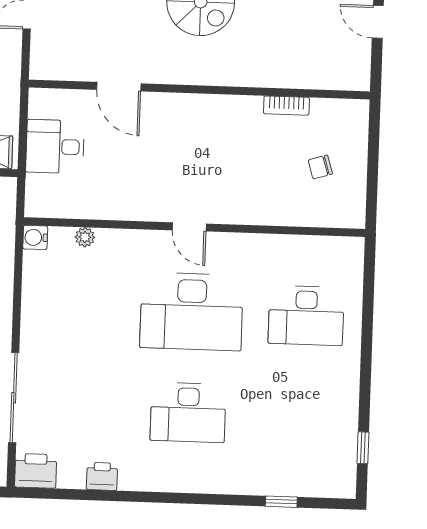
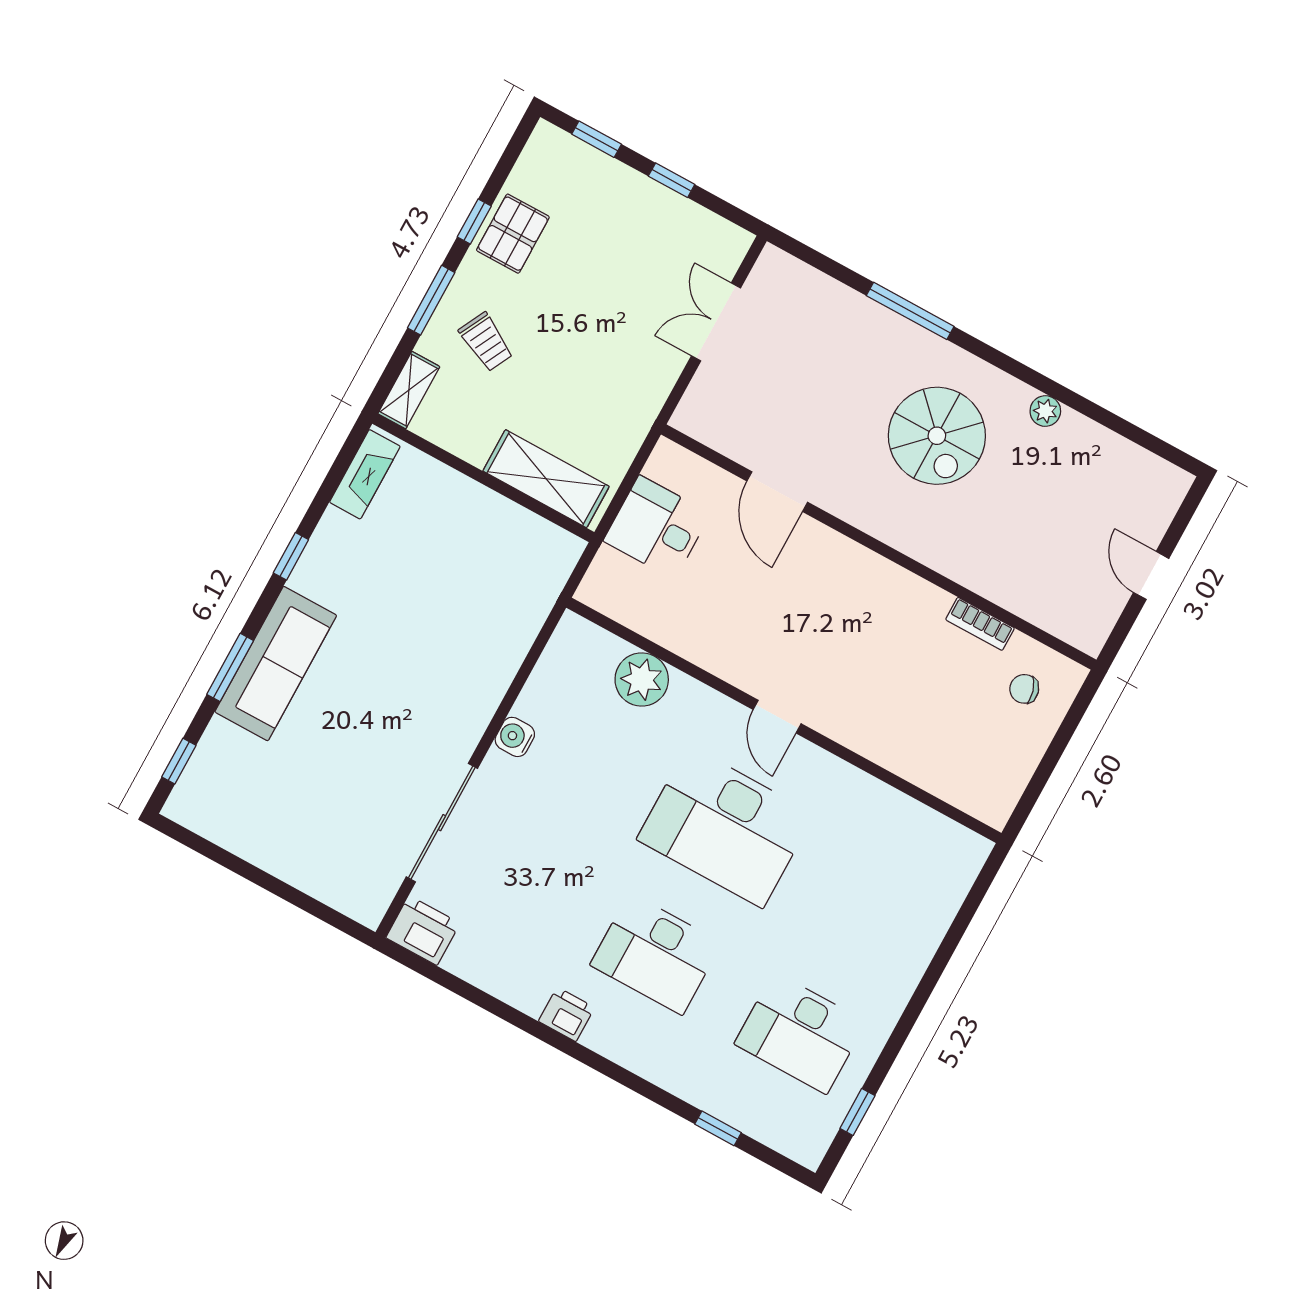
chair: (320, 167) -> (1024, 689), moved
water cooler: (35, 237) -> (515, 737), moved
plant: (85, 237) -> (642, 679), width x1.88, depth x1.88
desk: (306, 316) -> (800, 1033), moved
printer: (102, 476) -> (567, 1014), moved

